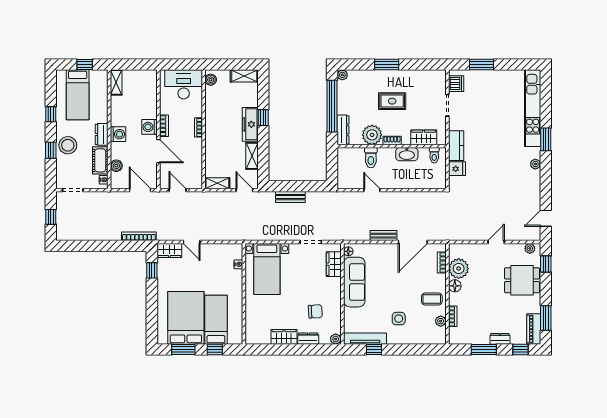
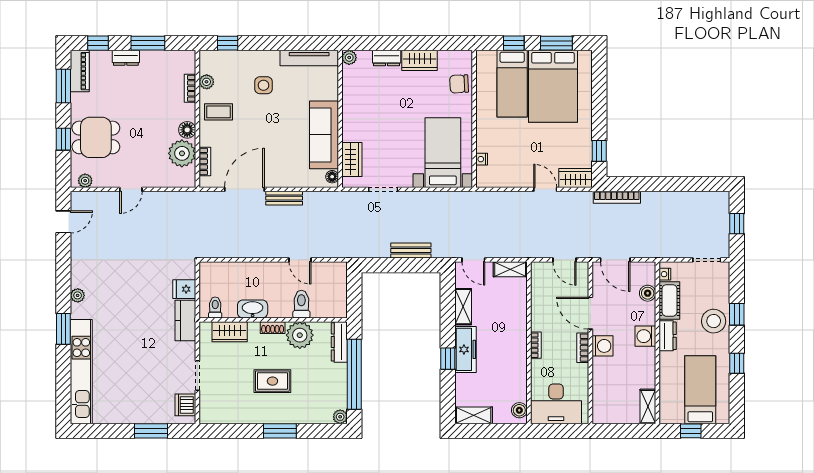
window: (546, 264) -> (63, 139), moved
chair: (315, 311) -> (459, 84), moved
window: (374, 350) -> (228, 43), moved

